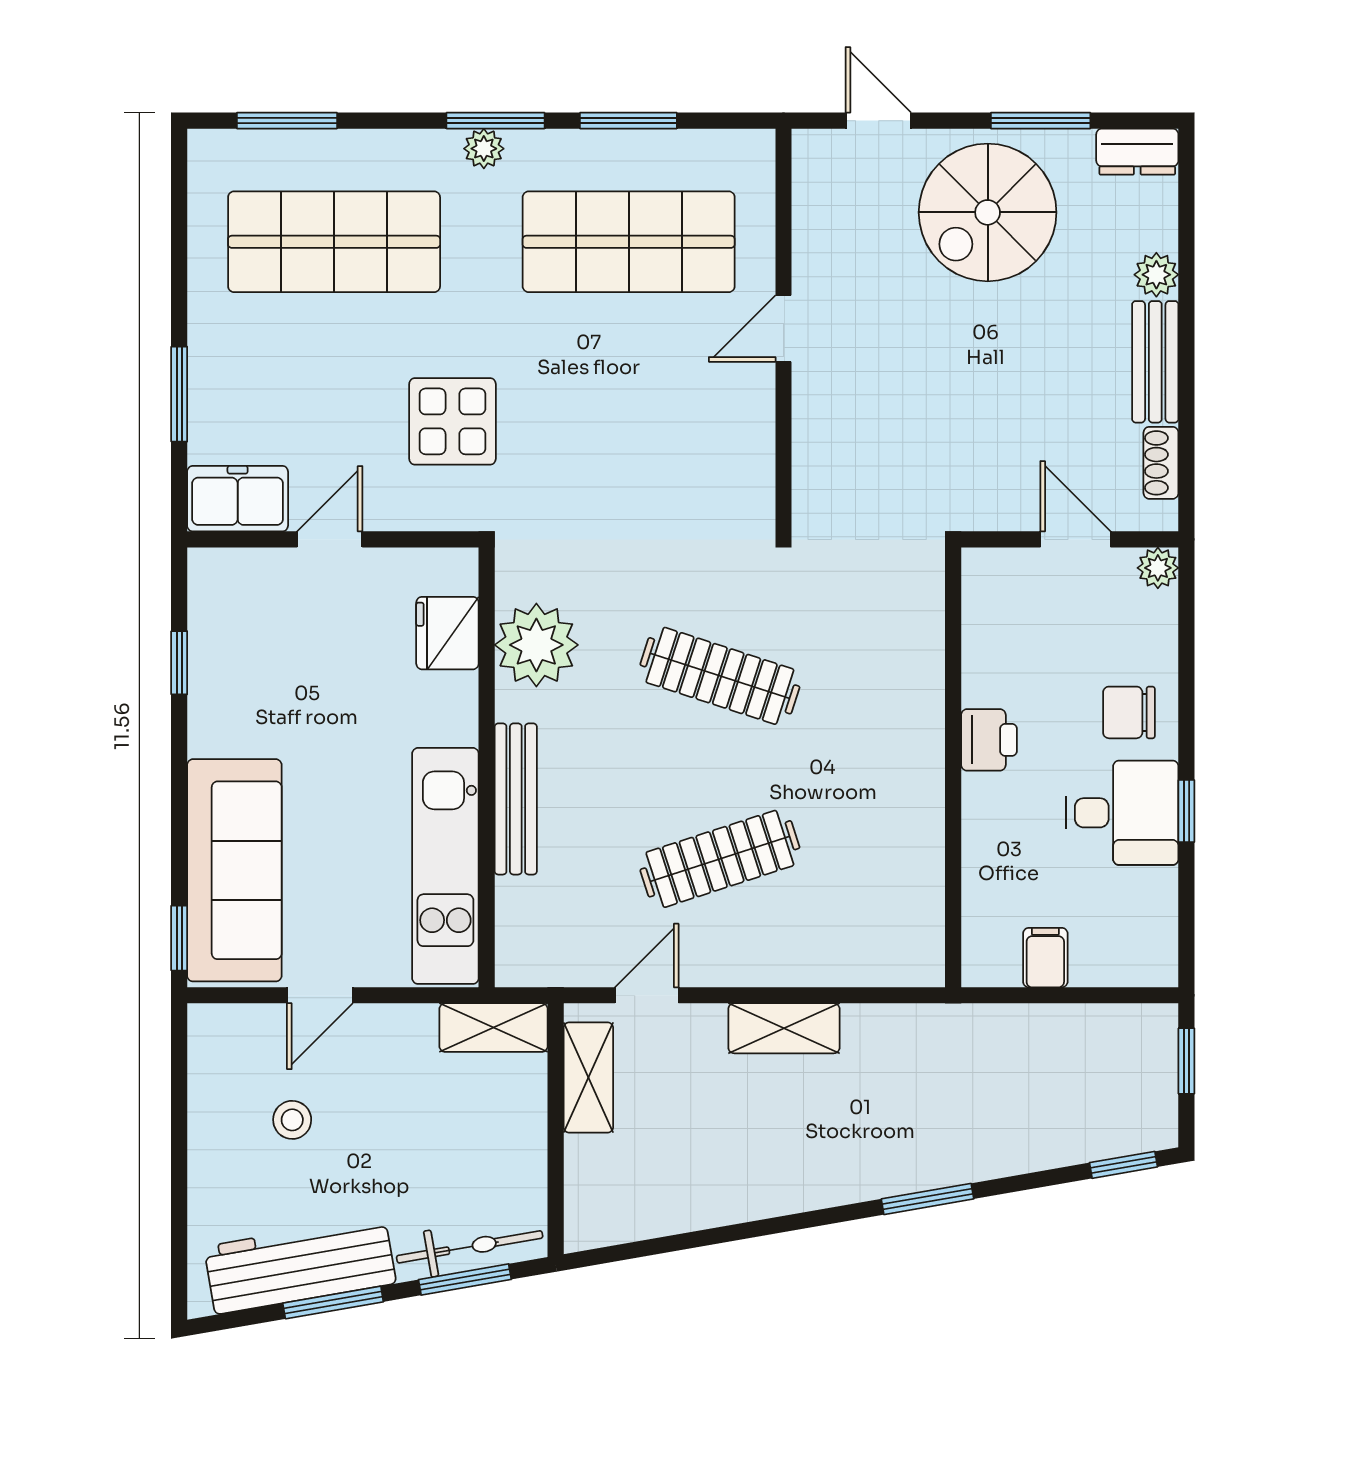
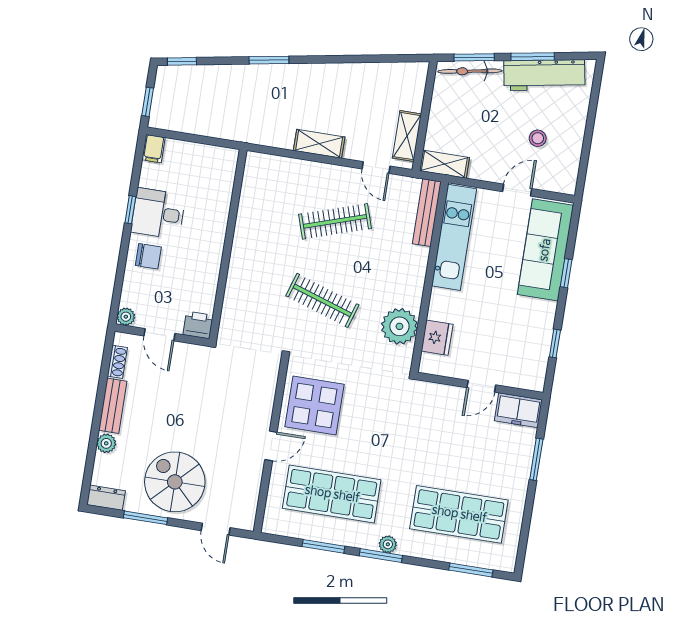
spiral stairs: (988, 212) -> (175, 482), turned -90
display table: (452, 421) -> (314, 406), moved, width x1.36, depth x1.36
printer: (989, 740) -> (198, 325), moved, turned 90
bench: (516, 799) -> (427, 213), moved
window: (179, 938) -> (566, 273), moved
filing cabinet: (1045, 958) -> (154, 149), moved
door: (647, 995) -> (376, 168), hinge flipped

